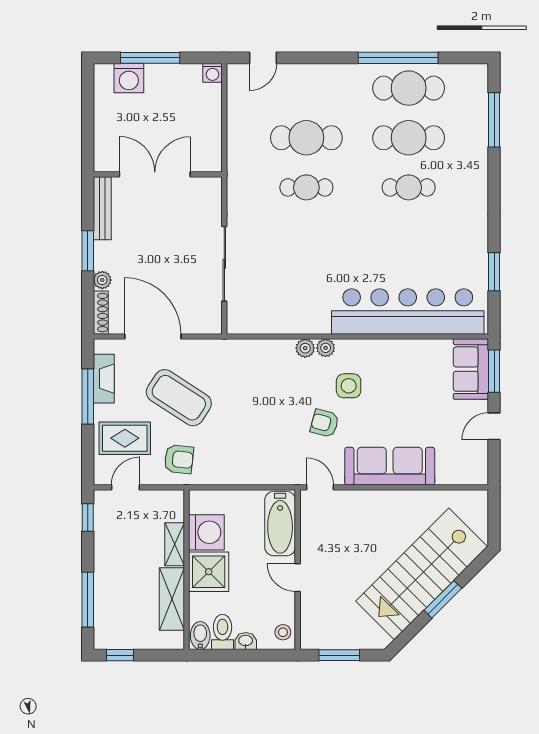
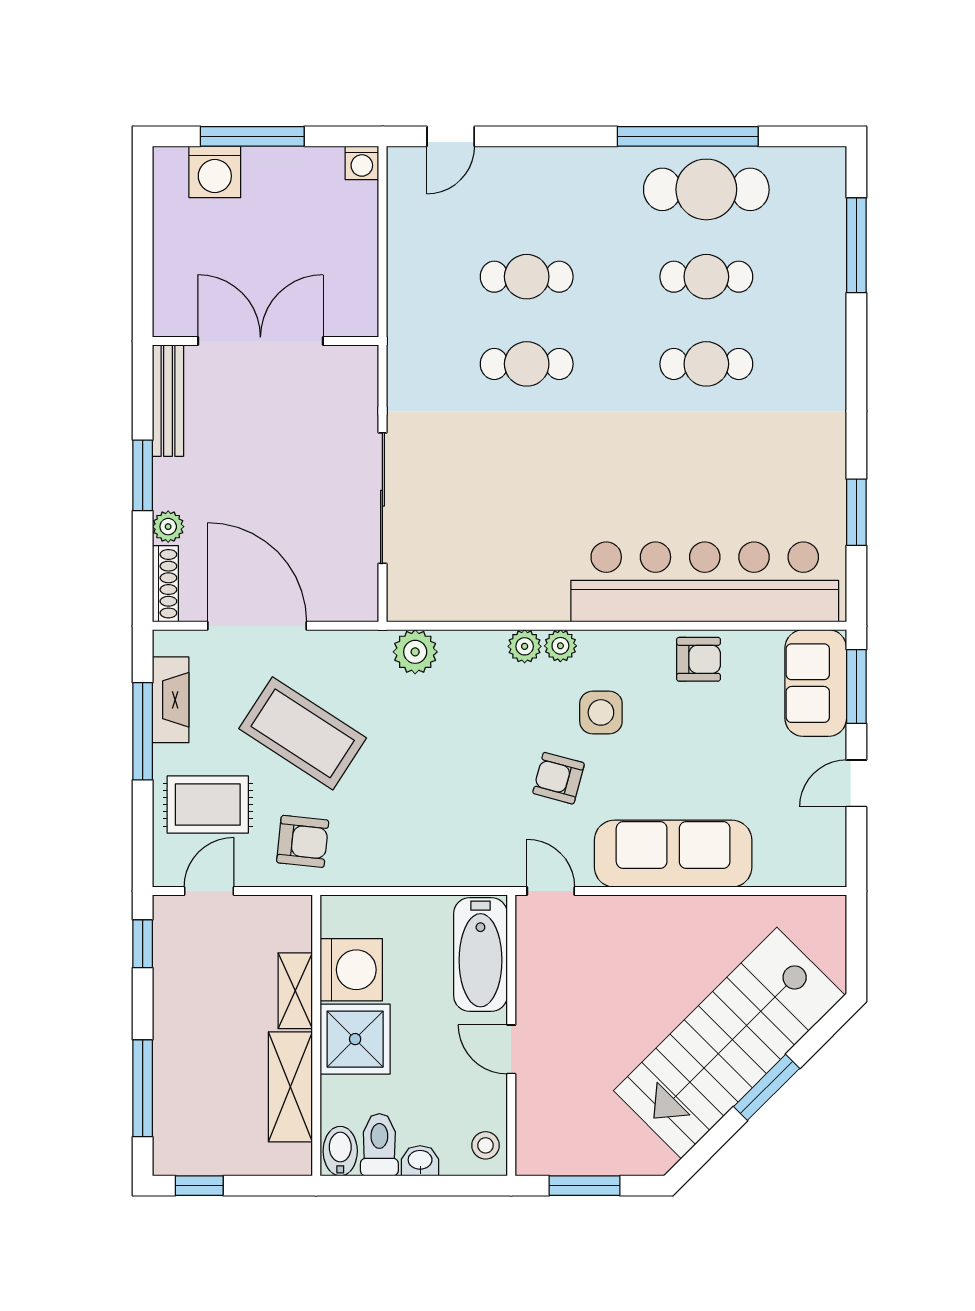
cafe table: (306, 138) -> (527, 277), width x0.73, depth x0.74
cafe table: (409, 138) -> (706, 277), width x0.73, depth x0.74
plant: (243, 351) -> (415, 652), added
armchair: (404, 356) -> (699, 659), added

